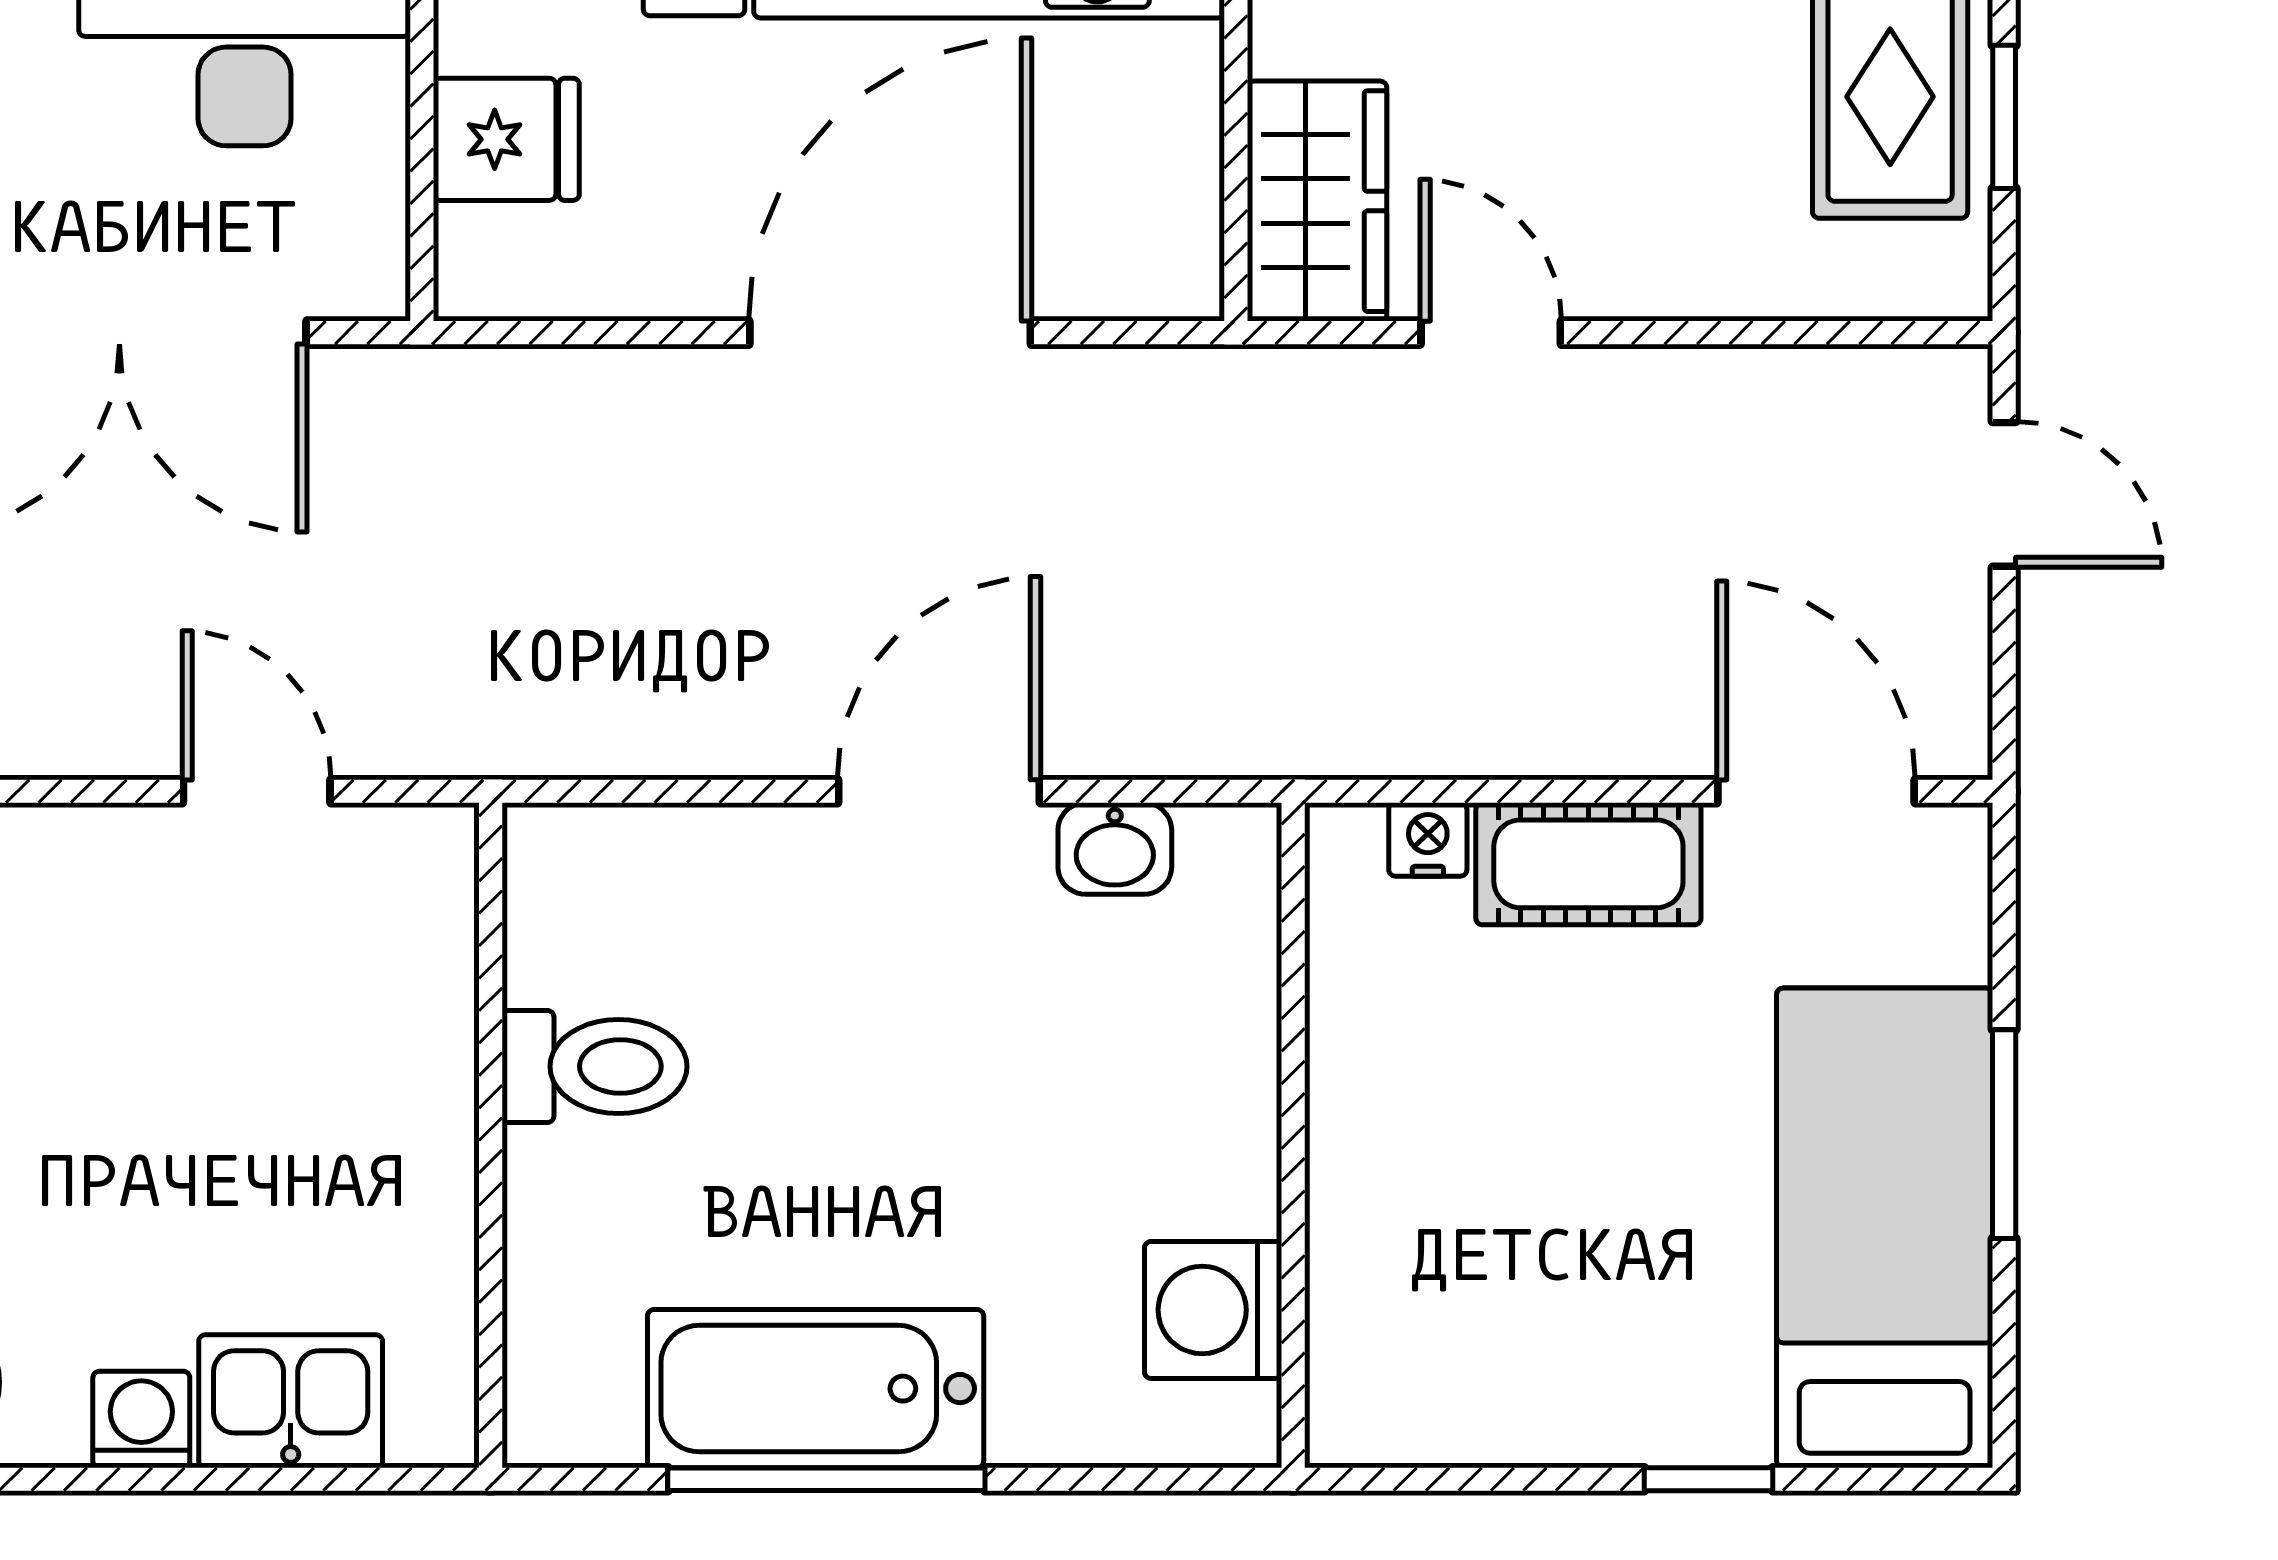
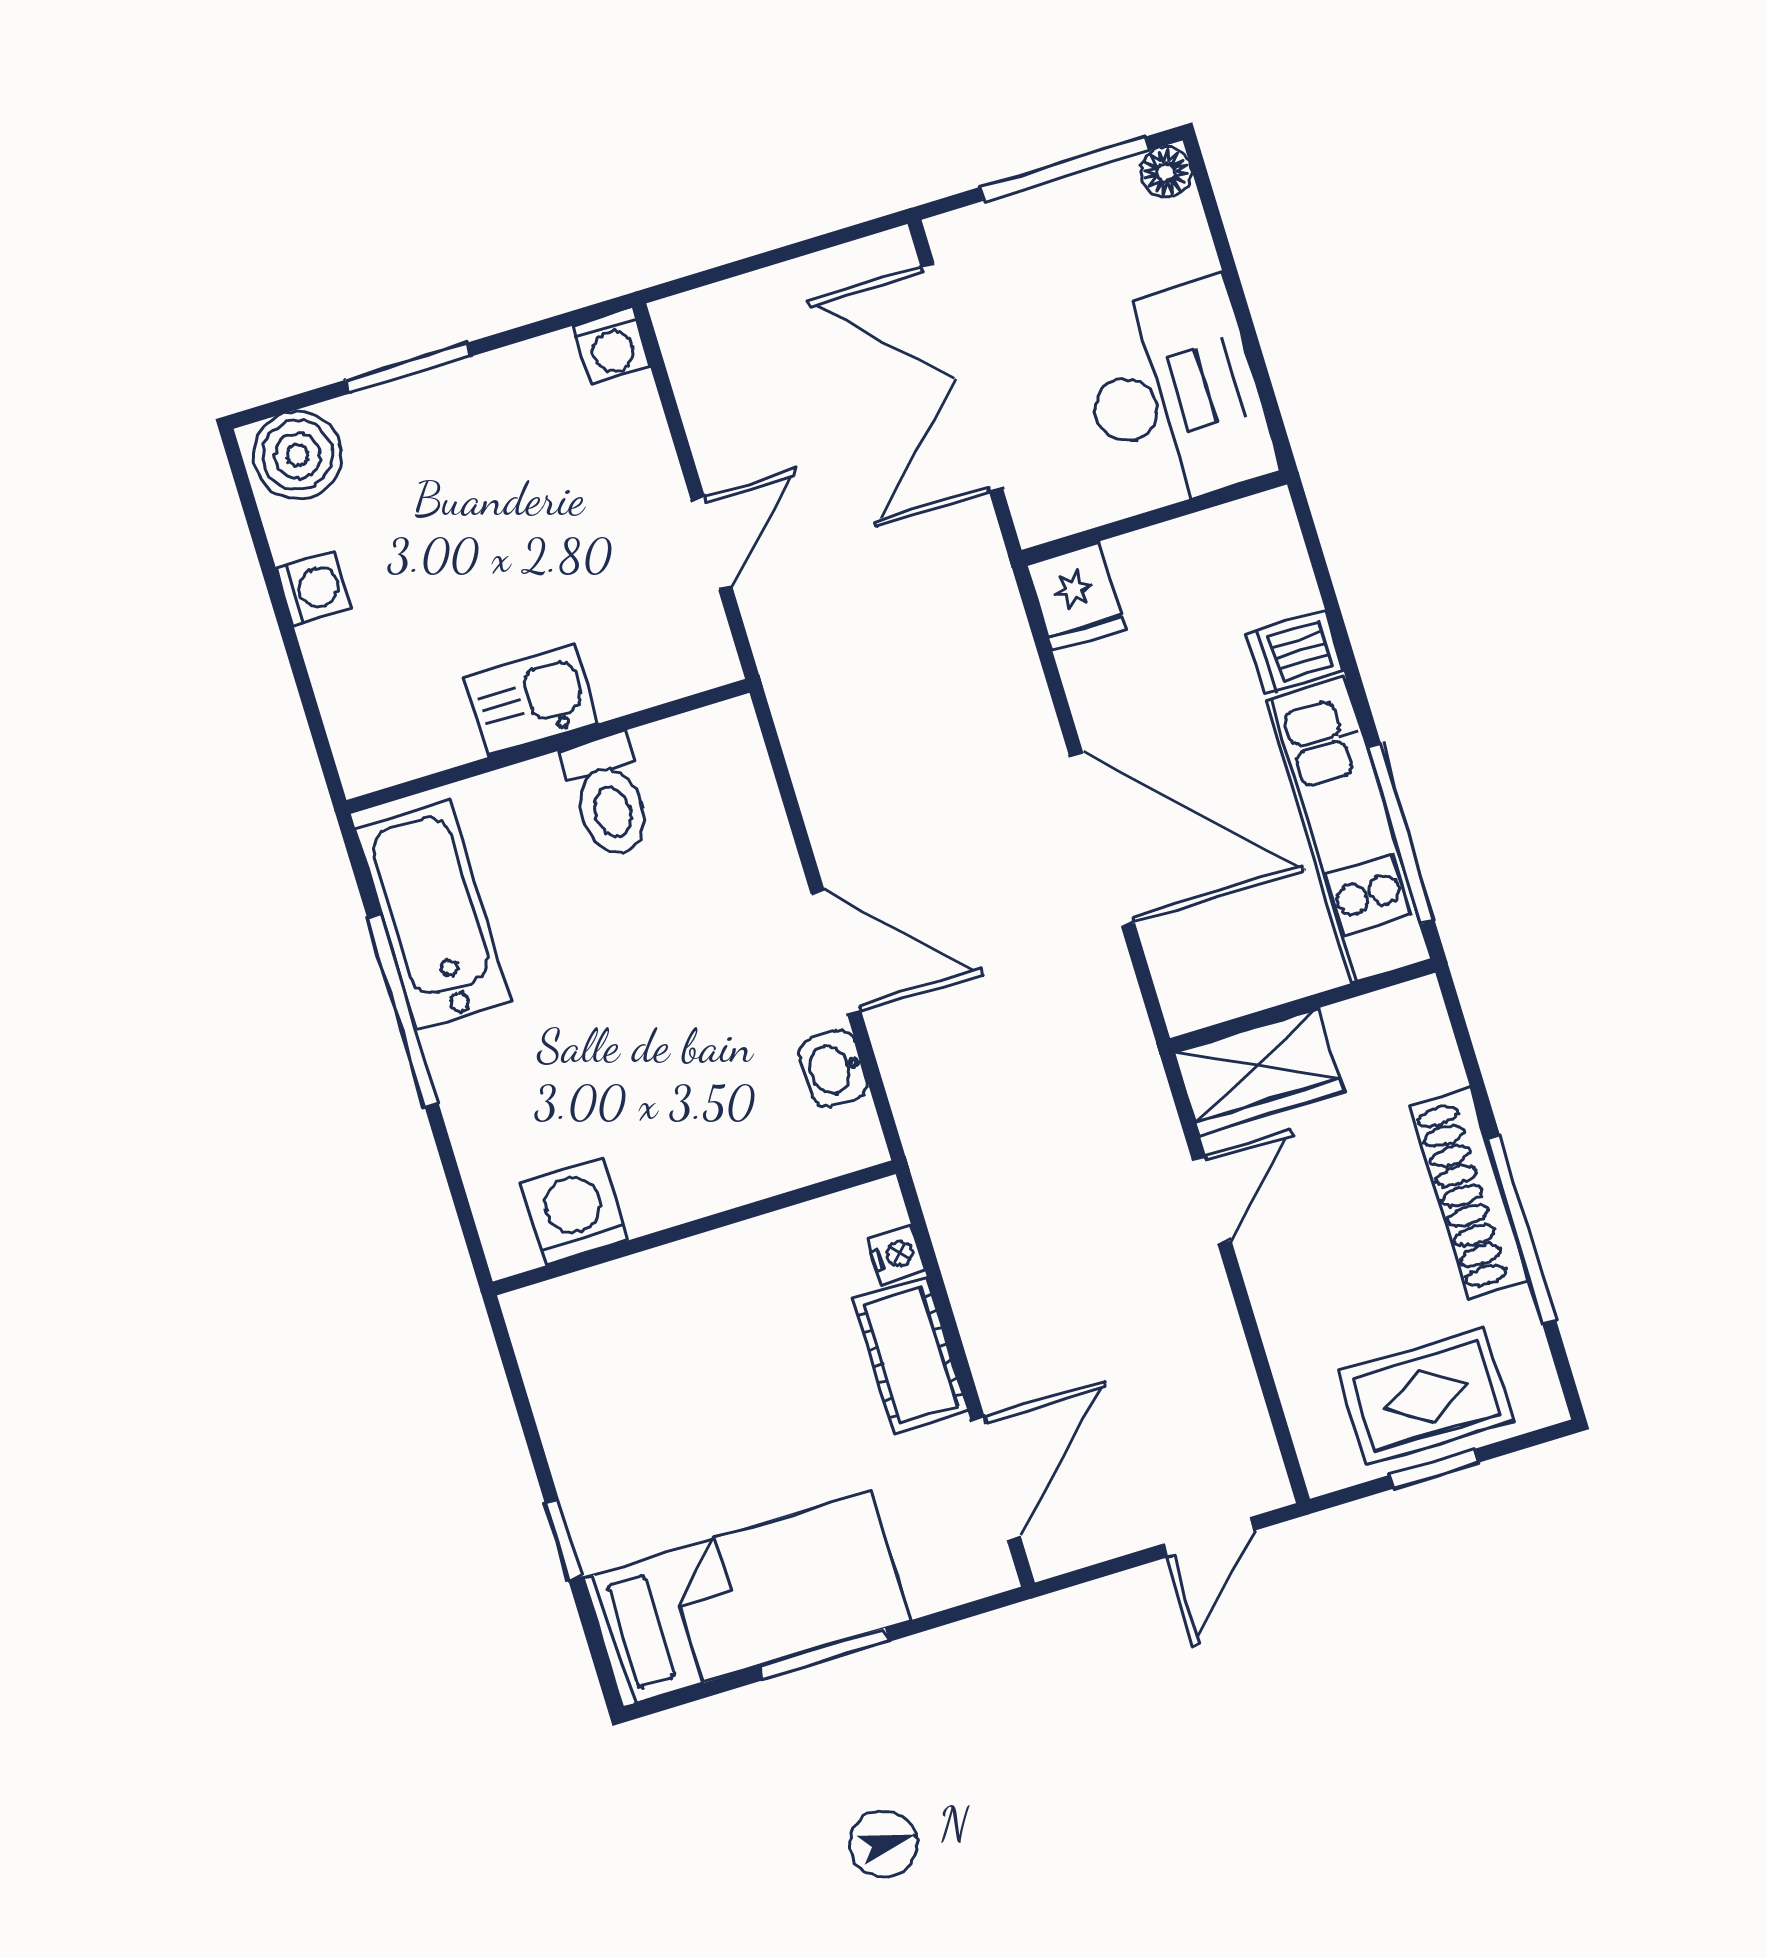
fridge: (506, 139) -> (1076, 596), moved
bathtub: (816, 1389) -> (433, 915), moved
kitchen sink: (291, 1401) -> (532, 700), moved, turned -90

